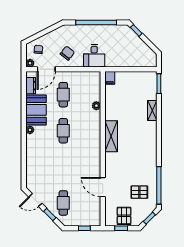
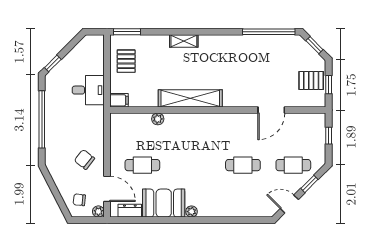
desk: (94, 56) -> (88, 90), moved
shelving: (152, 111) -> (184, 41), moved
cafe table: (63, 131) -> (243, 165), moved
shelving: (111, 136) -> (190, 98), width x1.47
pallet: (139, 192) -> (126, 61), moved
door: (35, 200) -> (289, 204), swing flipped

